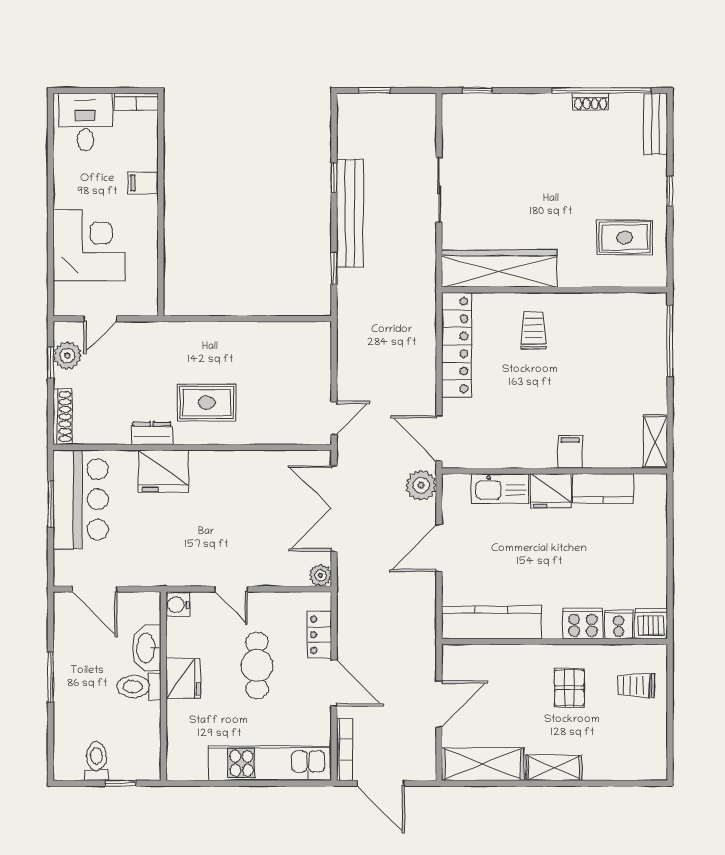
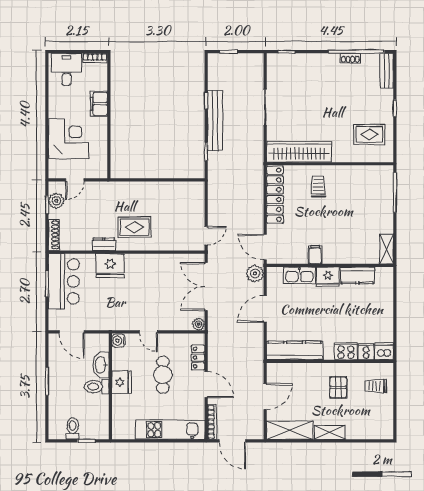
filing cabinet: (143, 183) -> (99, 104), width x2.00
filing cabinet: (570, 452) -> (315, 255), moved

